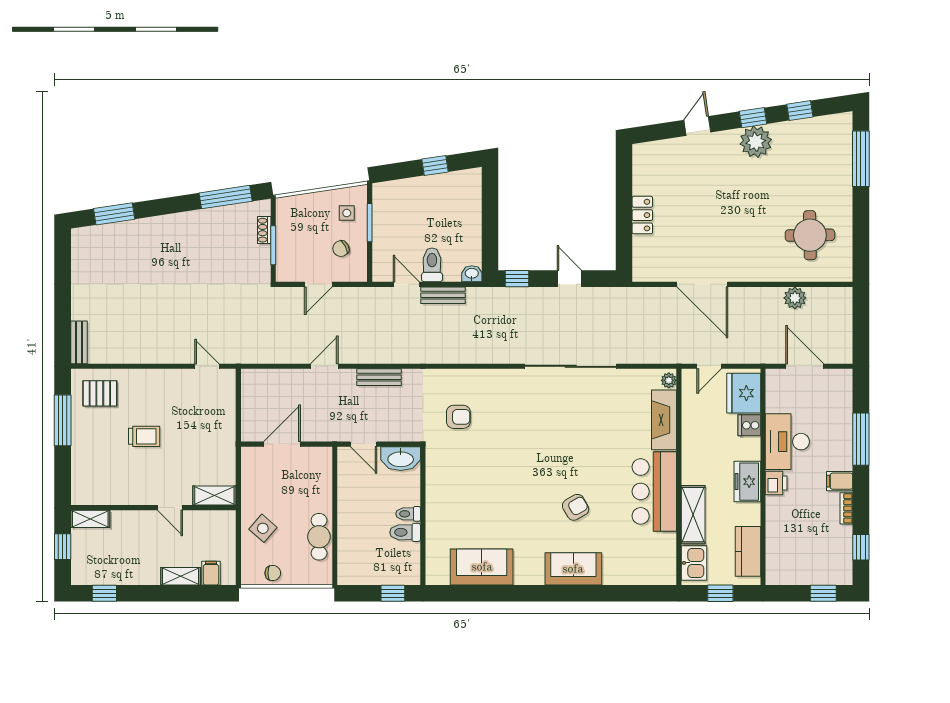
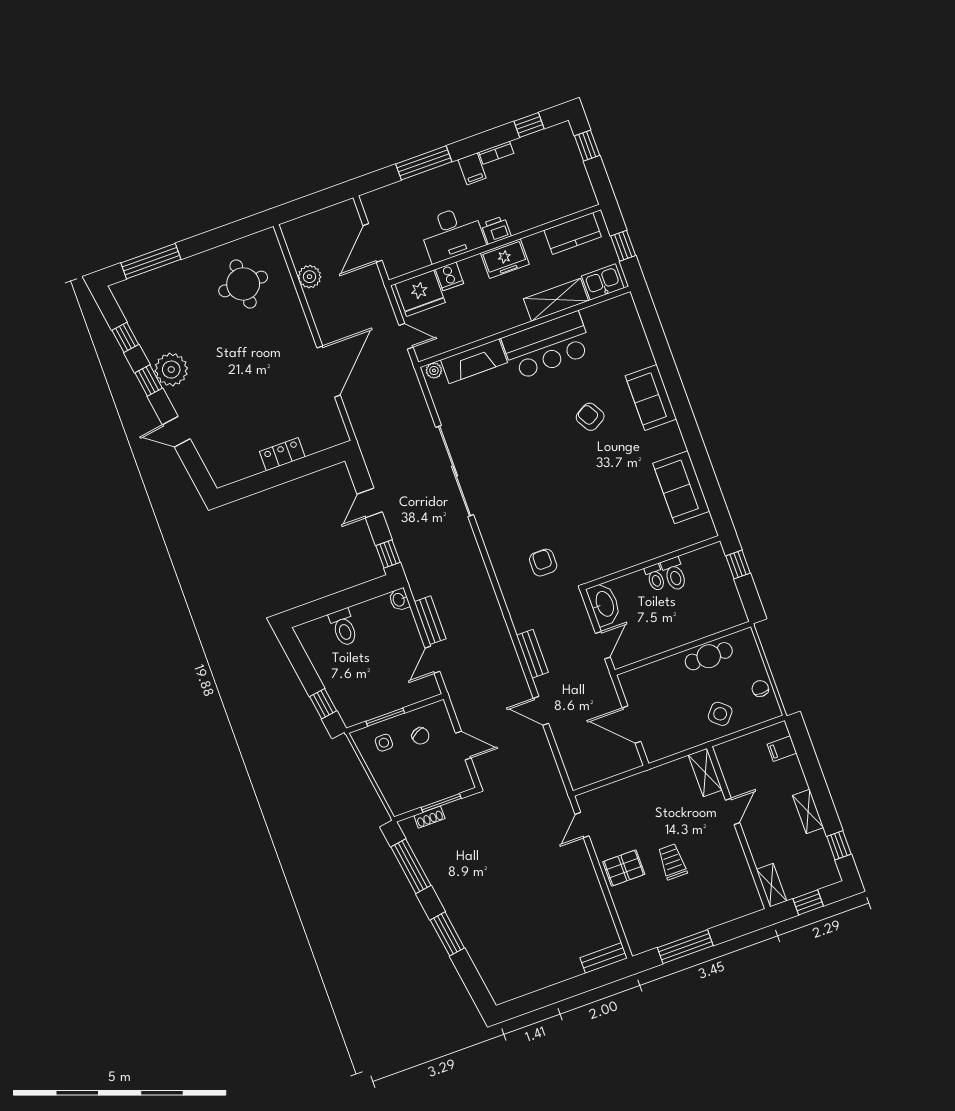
window: (435, 166) -> (323, 704), moved
window: (114, 214) -> (447, 934), moved
toilet: (432, 265) -> (343, 627), moved, turned -90
pallet: (100, 393) -> (624, 868), moved, turned 90
shelving: (181, 576) -> (808, 811), moved

